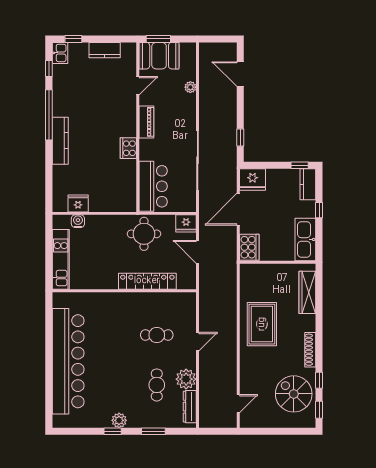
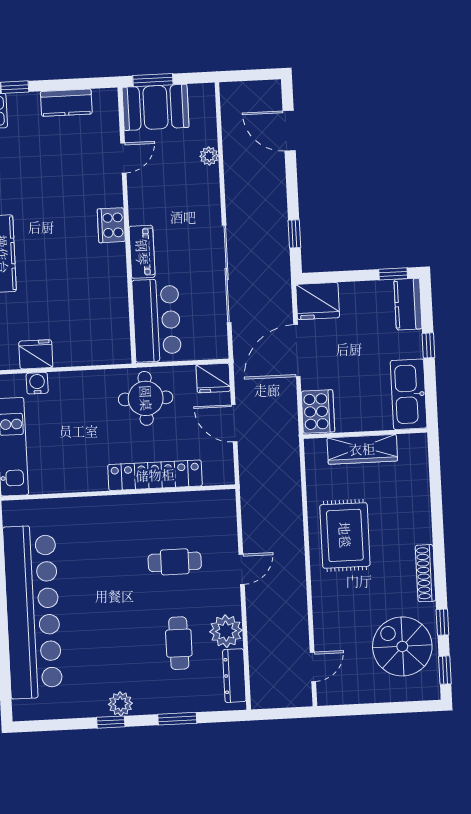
piano: (146, 122) -> (142, 252), moved
cooker: (128, 148) -> (111, 225), moved
wardrobe: (307, 292) -> (362, 449), moved, turned -90

